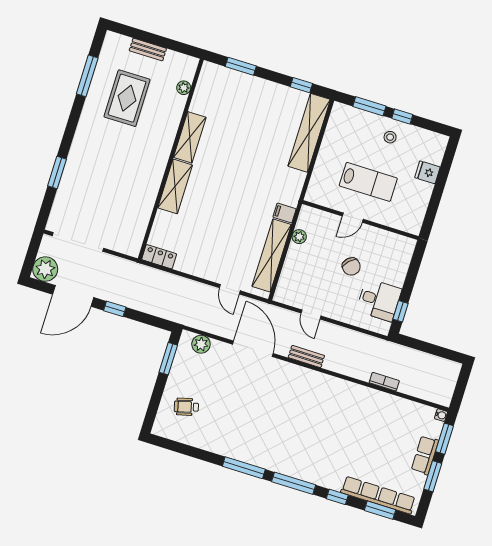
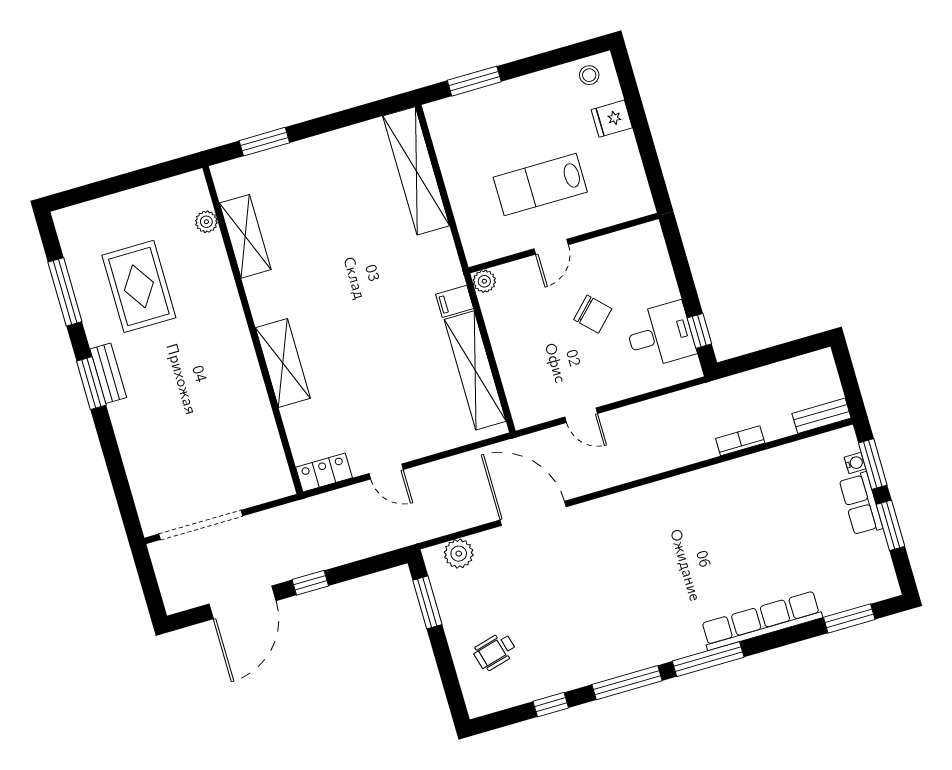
bench: (148, 49) -> (108, 373), moved, turned 90
window: (301, 85) -> (363, 113), removed
window: (402, 116) -> (528, 66), removed
shelving: (190, 137) -> (245, 236), moved
stool: (390, 137) -> (589, 75), moved
window: (57, 172) -> (91, 383), moved
lab bench: (368, 182) -> (540, 185), turned 180
plant: (299, 237) -> (484, 281), moved
plant: (45, 269) -> (181, 591), removed
door: (230, 289) -> (386, 471), moved
bench: (306, 356) -> (822, 416), moved
water cooler: (441, 415) -> (855, 463), moved
row of seats: (378, 495) -> (761, 621), moved
window: (337, 497) -> (551, 705), moved

